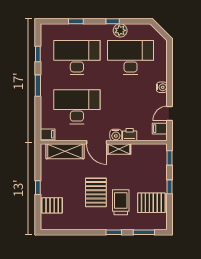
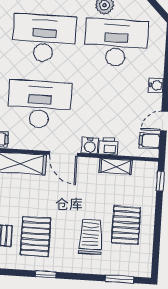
shelving: (119, 149) -> (116, 166), moved
window: (170, 187) -> (158, 220), removed
pallet: (96, 192) -> (35, 237), moved
pallet: (151, 203) -> (126, 225), moved, turned 90
window: (114, 232) -> (46, 274), moved

